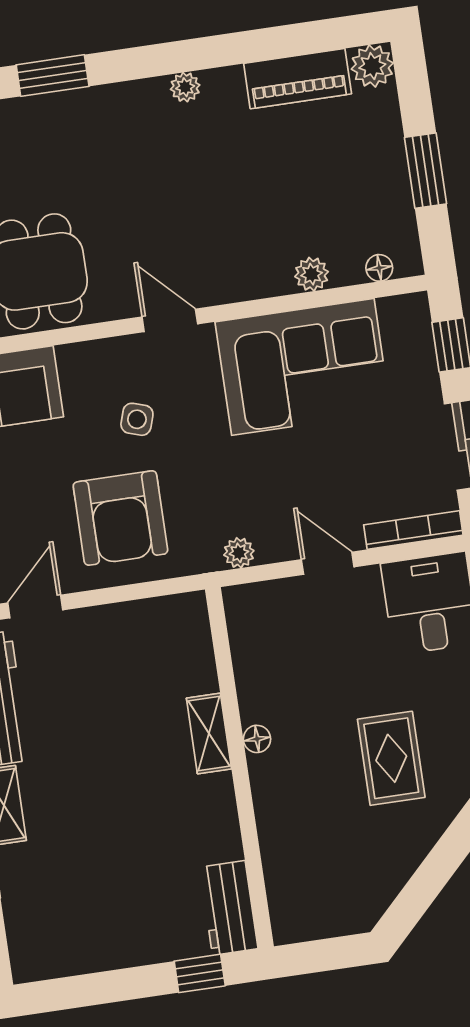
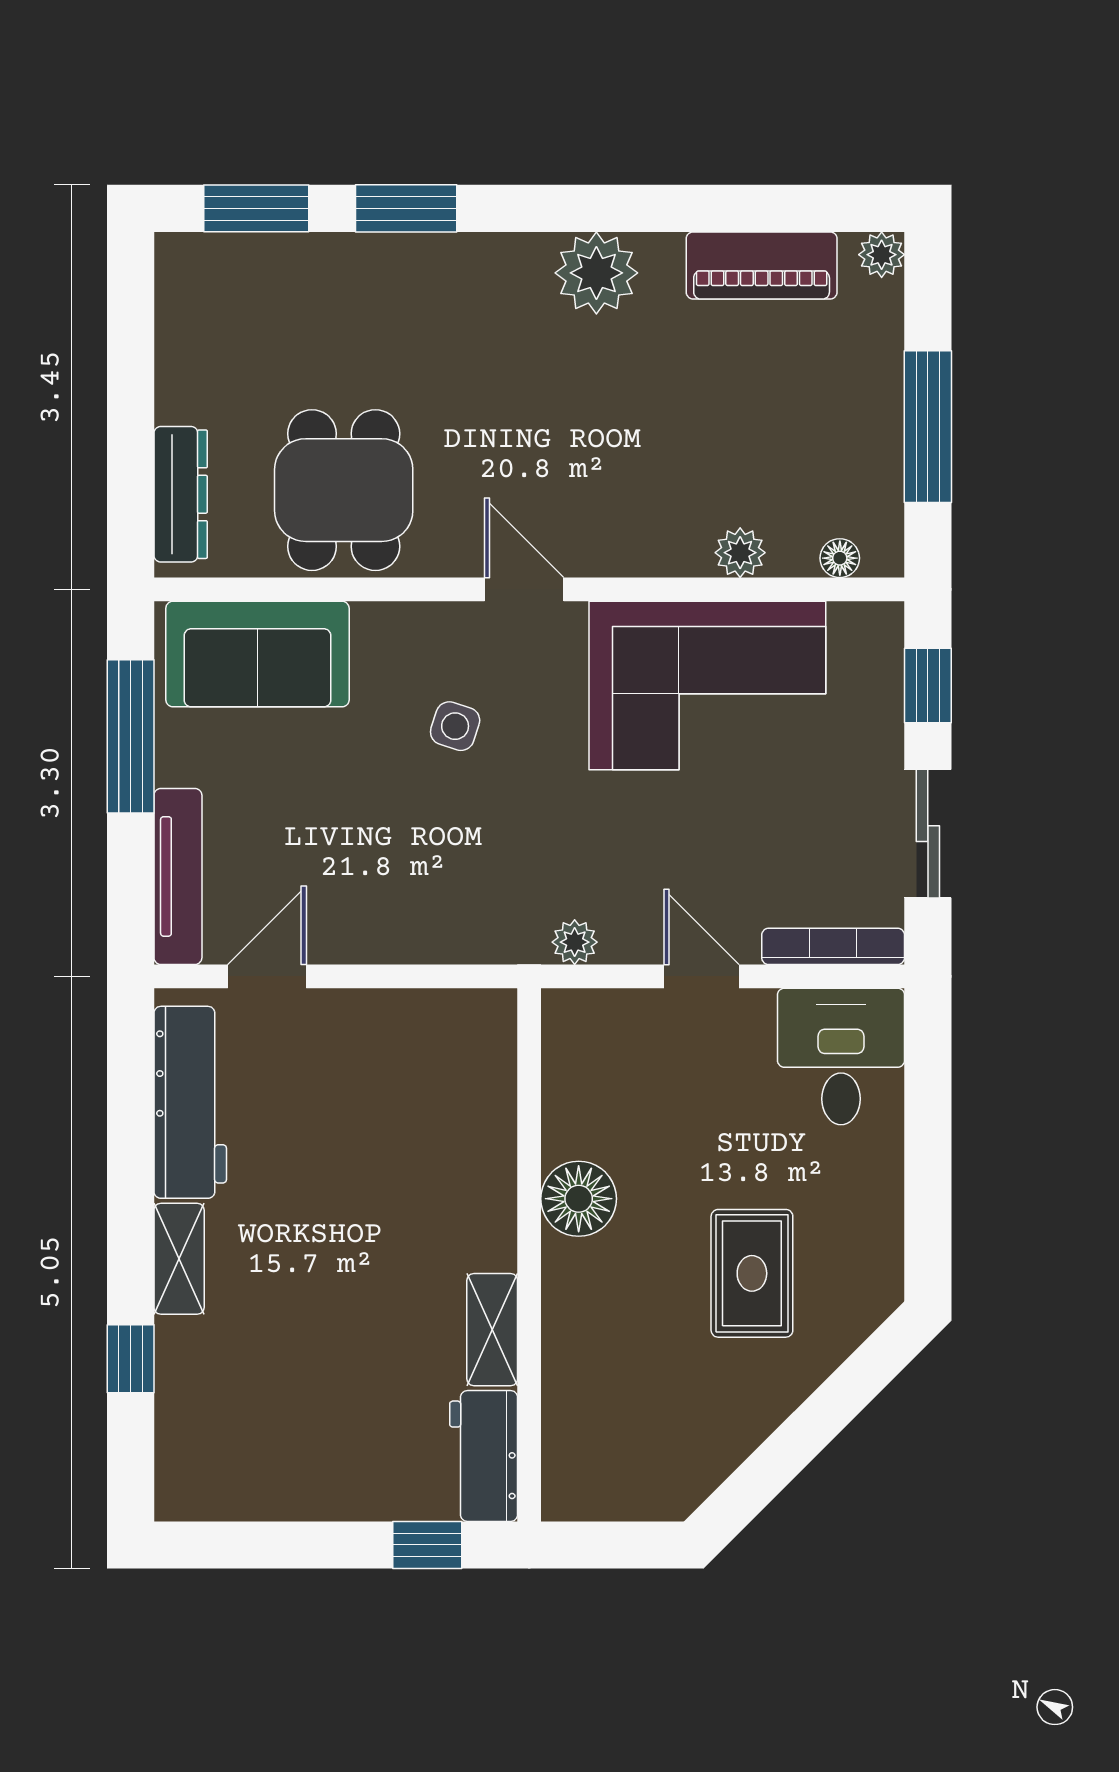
plant: (372, 66) -> (882, 255), width x0.73, depth x0.73
plant: (185, 87) -> (596, 273), width x1.87, depth x1.87
window: (426, 171) -> (928, 427), width x1.44
armchair: (120, 518) -> (410, 866), removed
shelving: (209, 734) -> (492, 1330), moved
floor lamp: (257, 739) -> (579, 1199), width x1.89, depth x1.89

